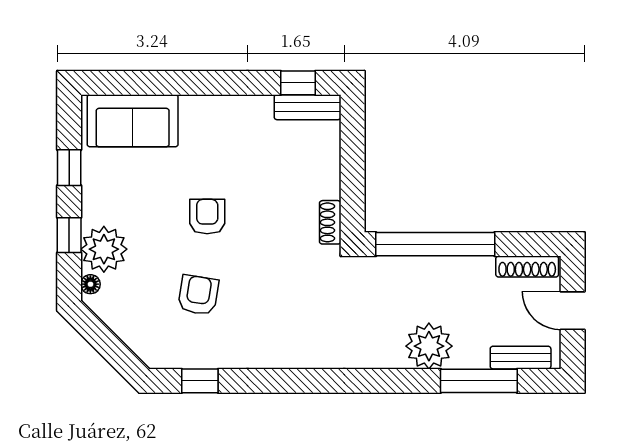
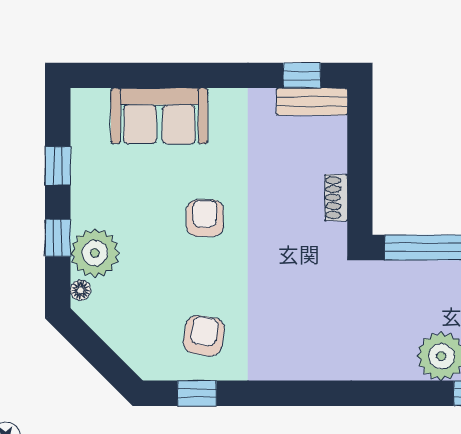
sofa: (133, 121) -> (159, 116), moved
shoe rack: (330, 222) -> (336, 198), moved
armchair: (198, 295) -> (204, 336), moved

